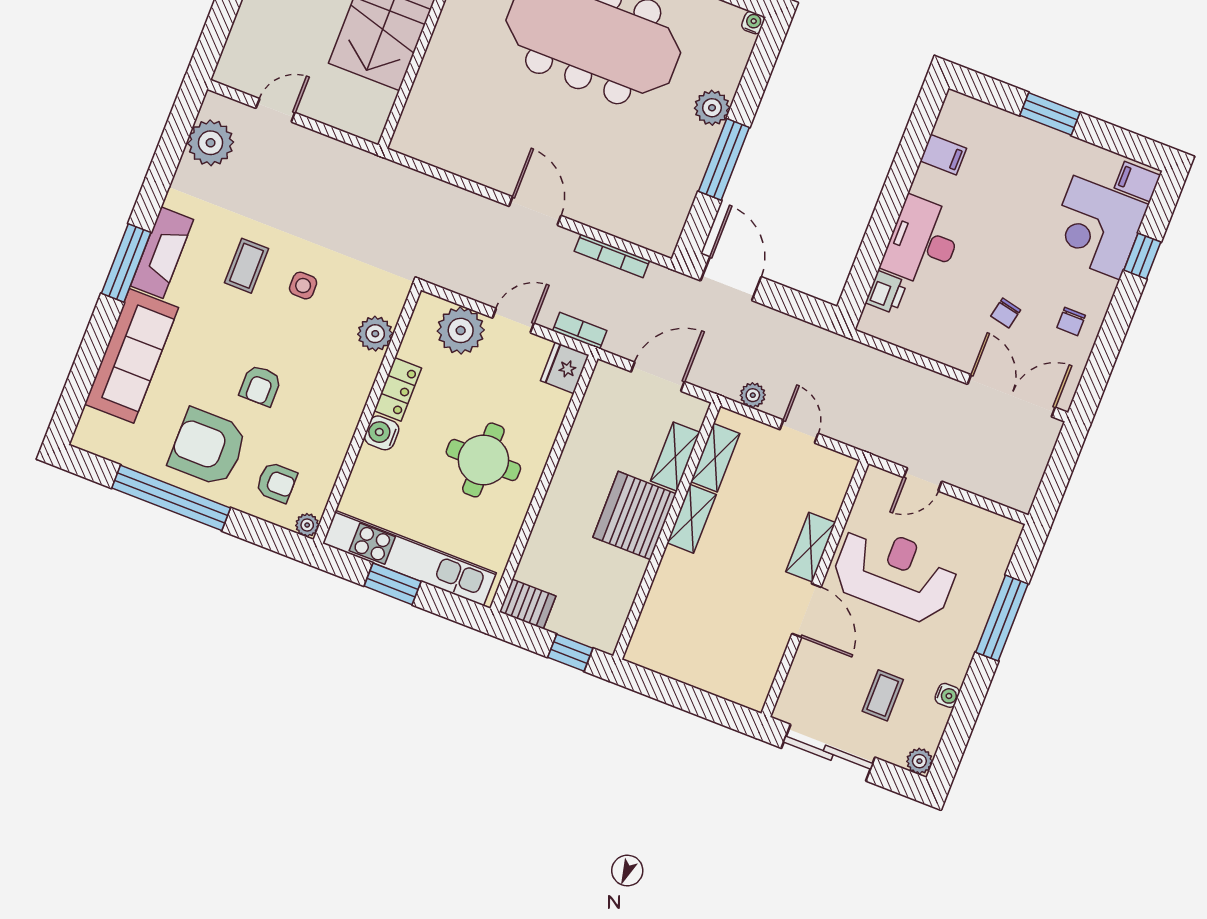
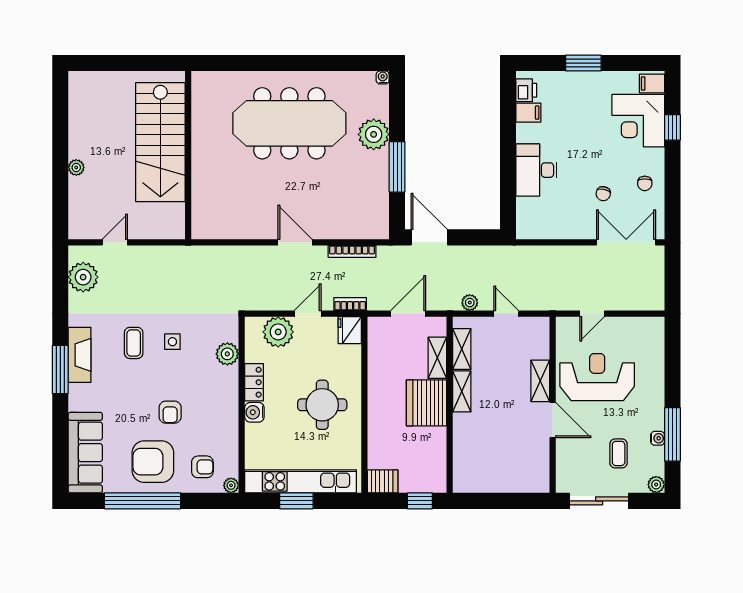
plant: (712, 108) -> (374, 134), width x1.36, depth x1.36
printer: (886, 292) -> (526, 90), moved
sofa: (132, 356) -> (85, 453), moved
window: (1002, 618) -> (672, 434), moved

